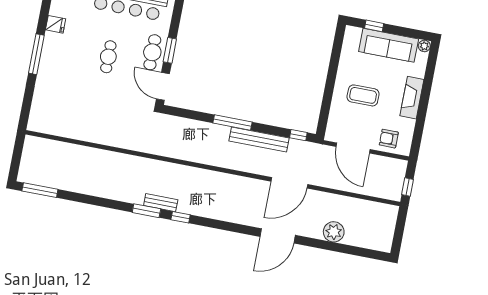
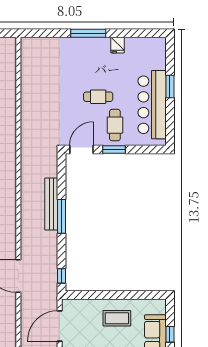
window: (374, 26) -> (170, 334), moved
cafe table: (152, 52) -> (115, 125), moved, turned 90
coffee table: (363, 95) -> (117, 318), moved, turned 90
bench: (259, 139) -> (51, 204), moved

